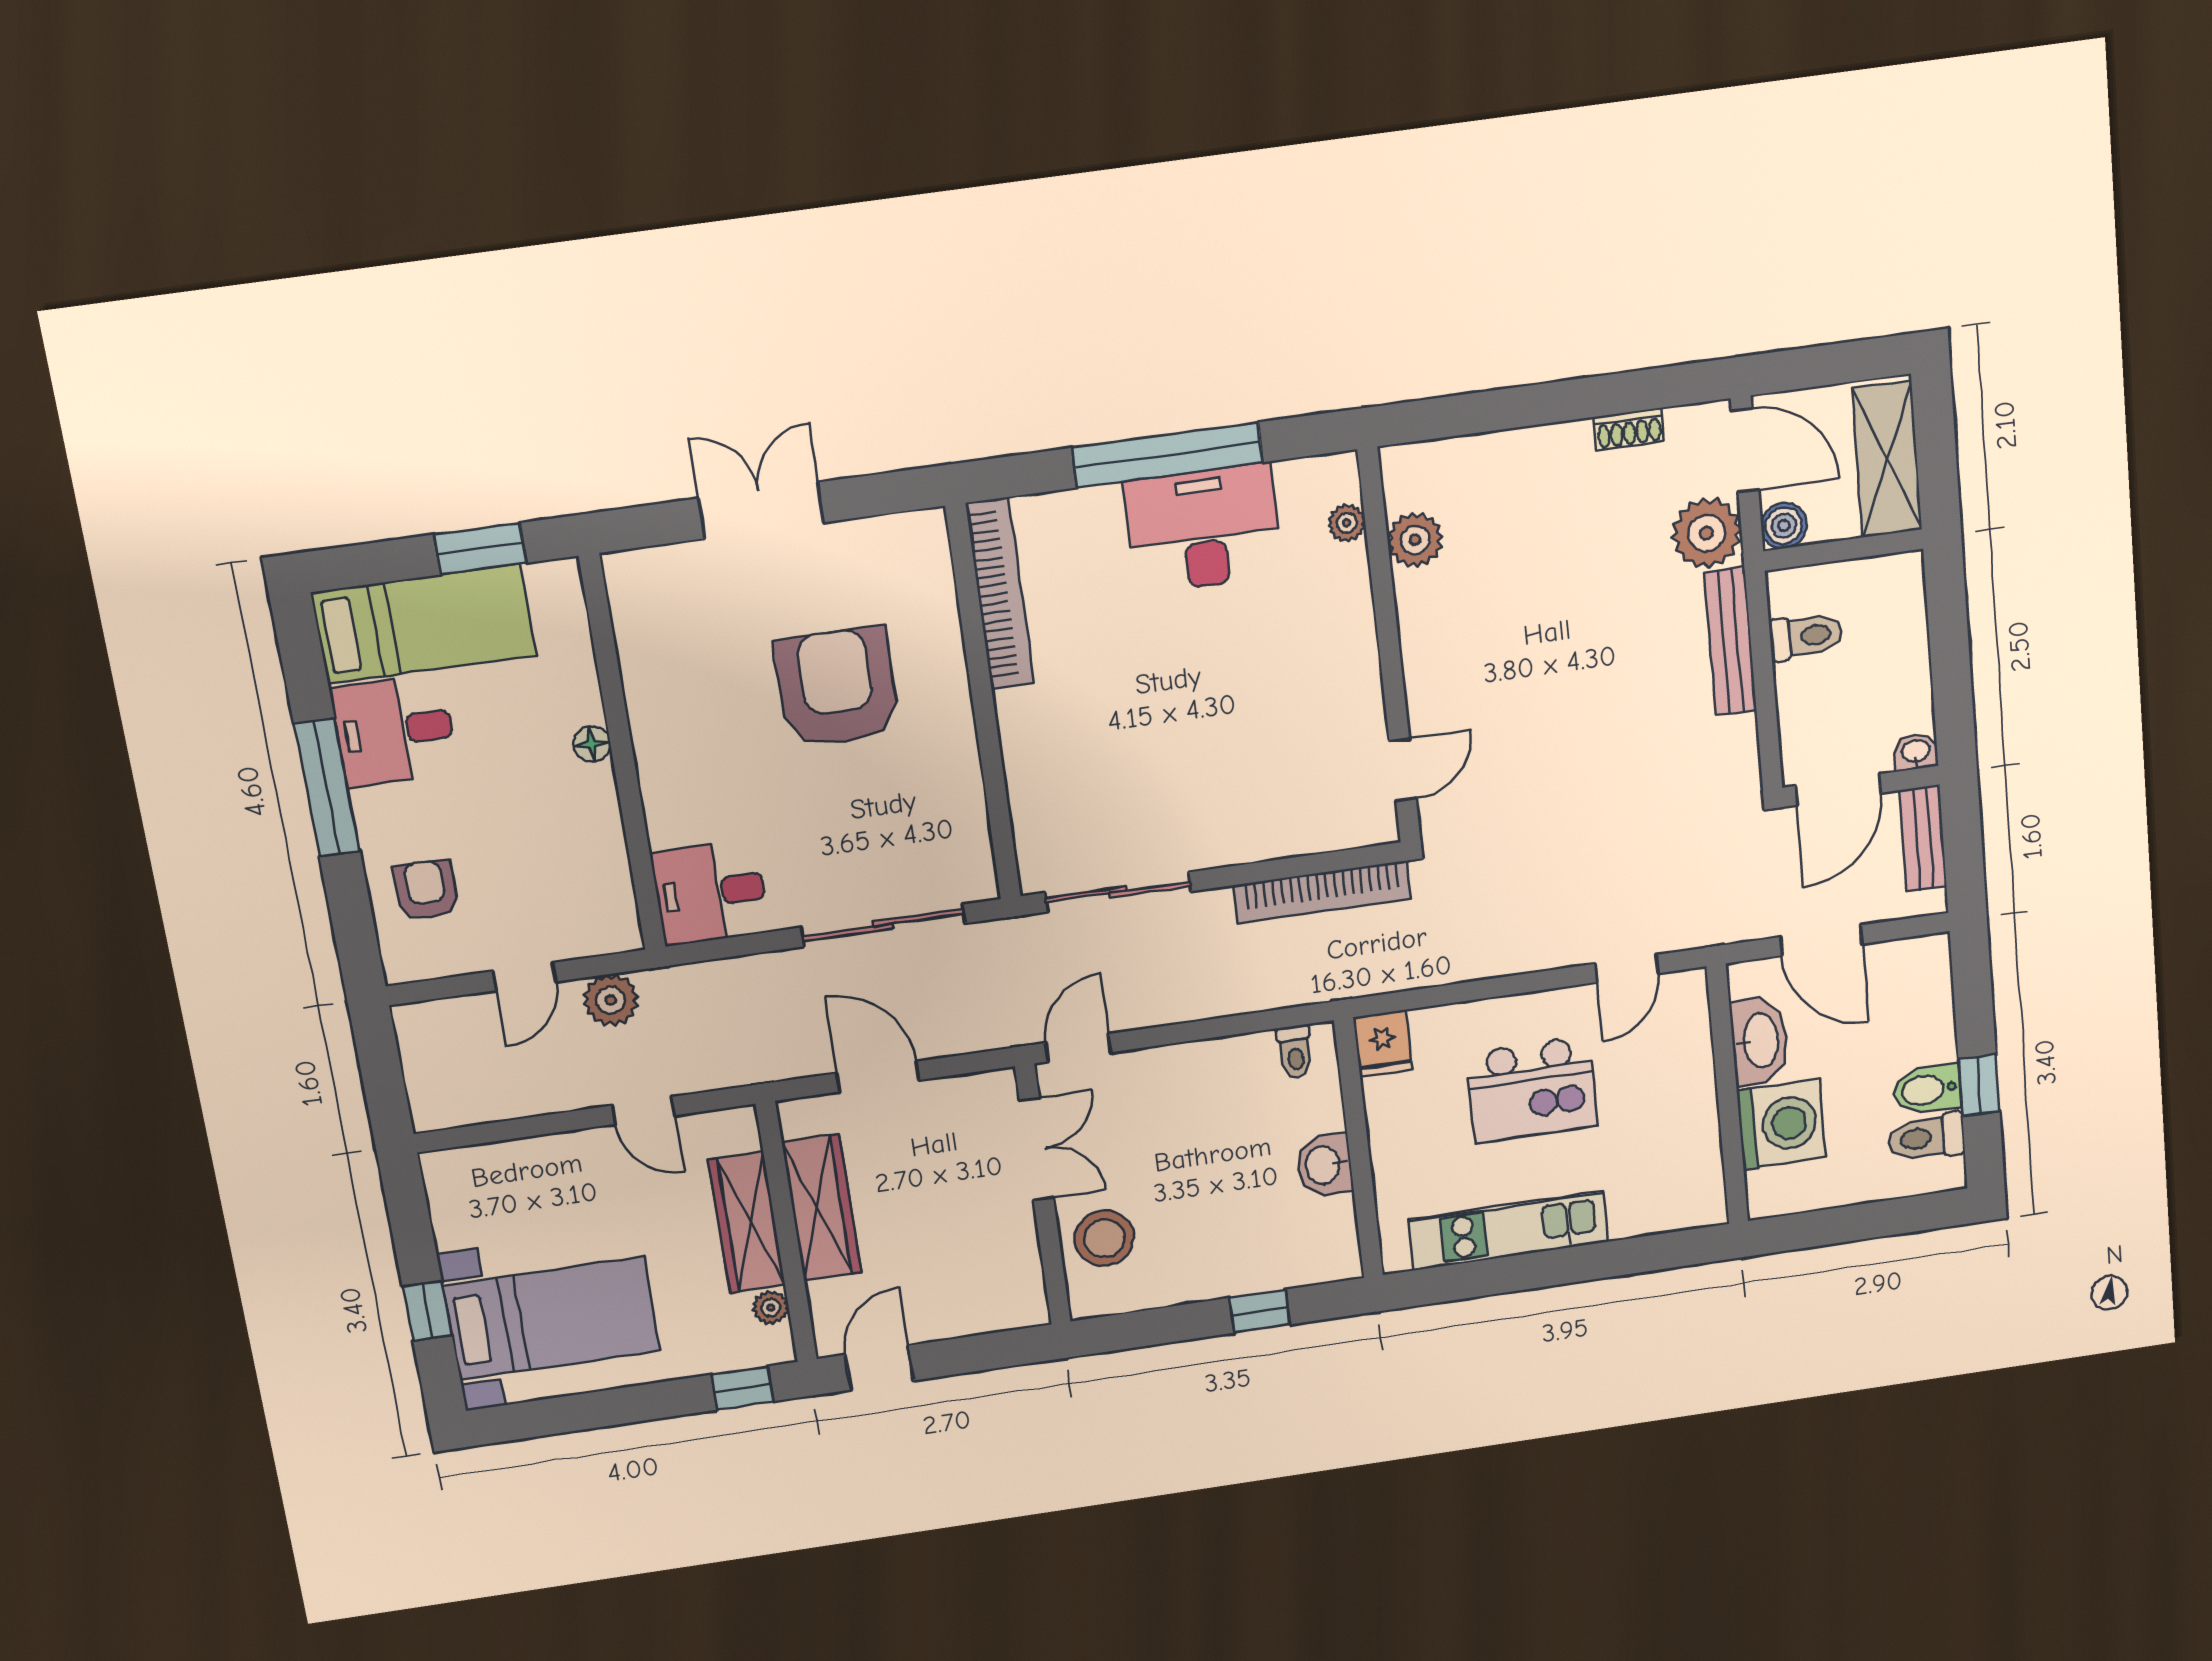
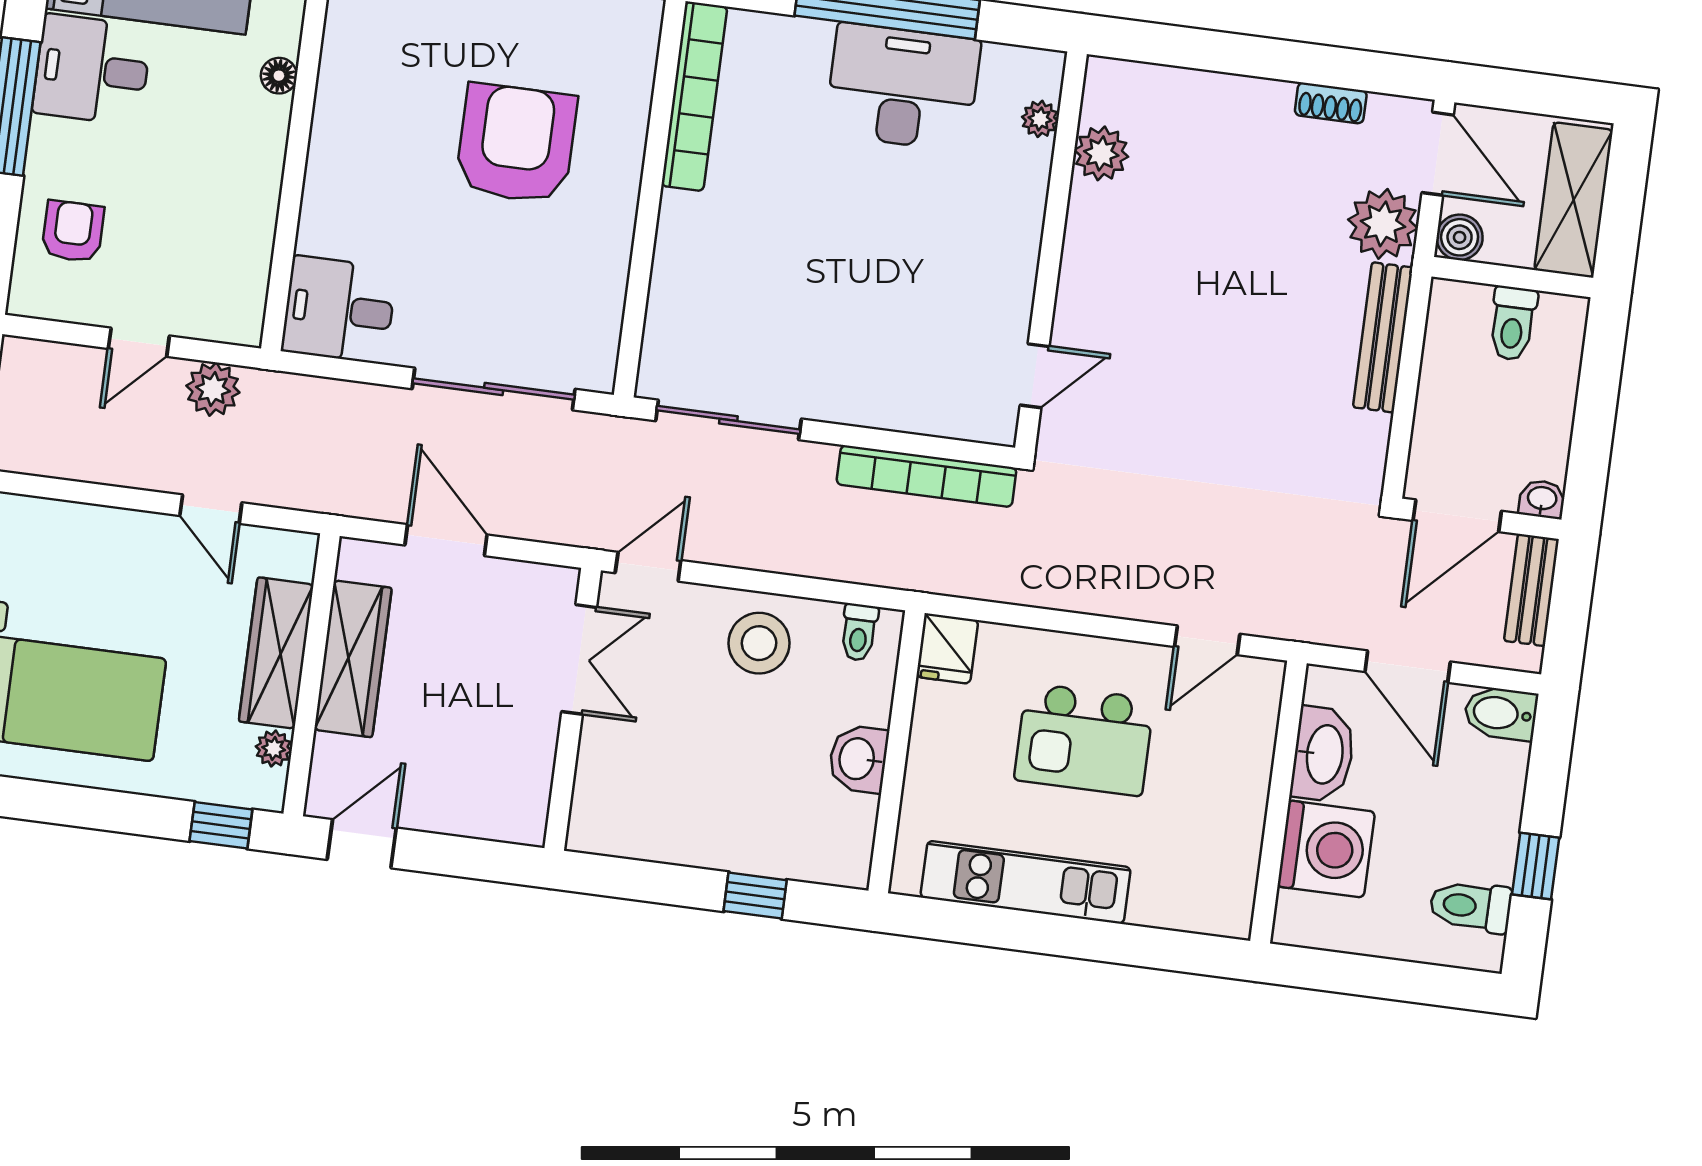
toilet: (1806, 636) -> (1513, 323), moved, turned 90
floor lamp: (592, 744) -> (279, 76), moved
bidet: (1927, 1090) -> (1501, 713), moved
stool: (1104, 1238) -> (759, 643), moved

